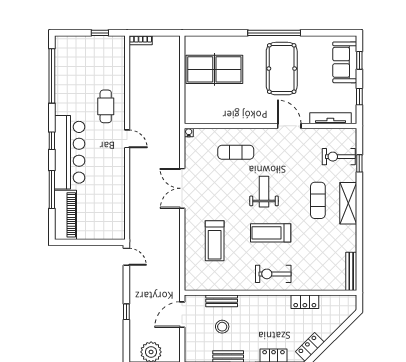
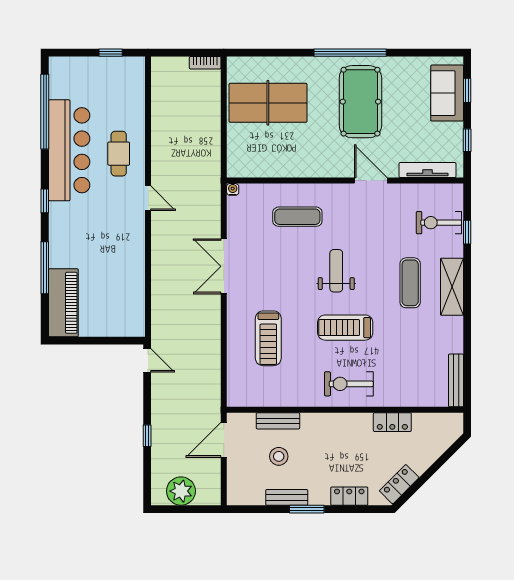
bookcase: (141, 40) -> (205, 63), moved
bar counter: (70, 152) -> (69, 150), moved

